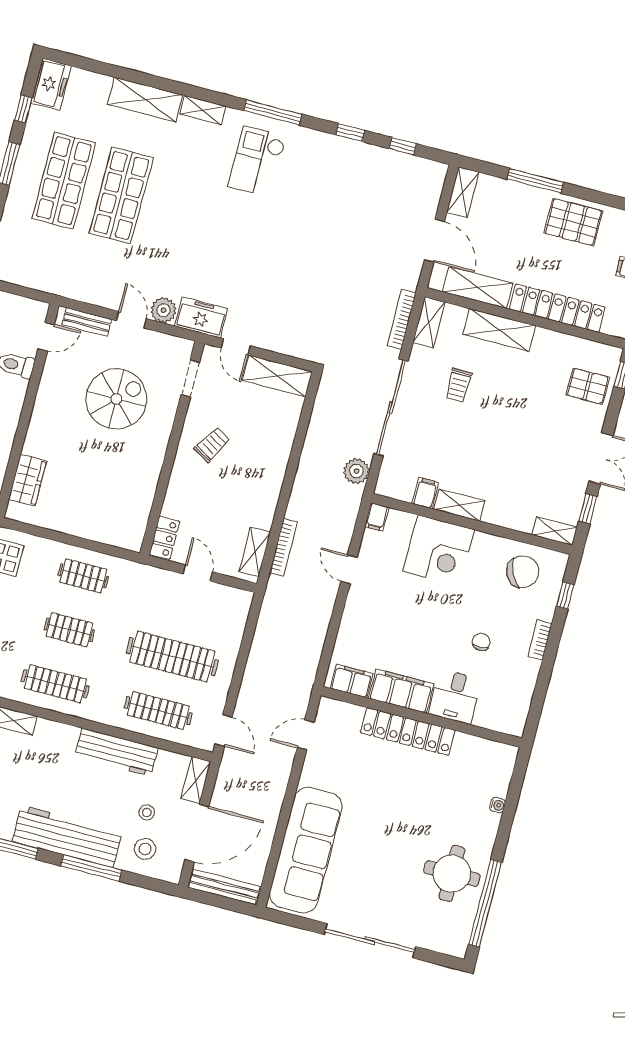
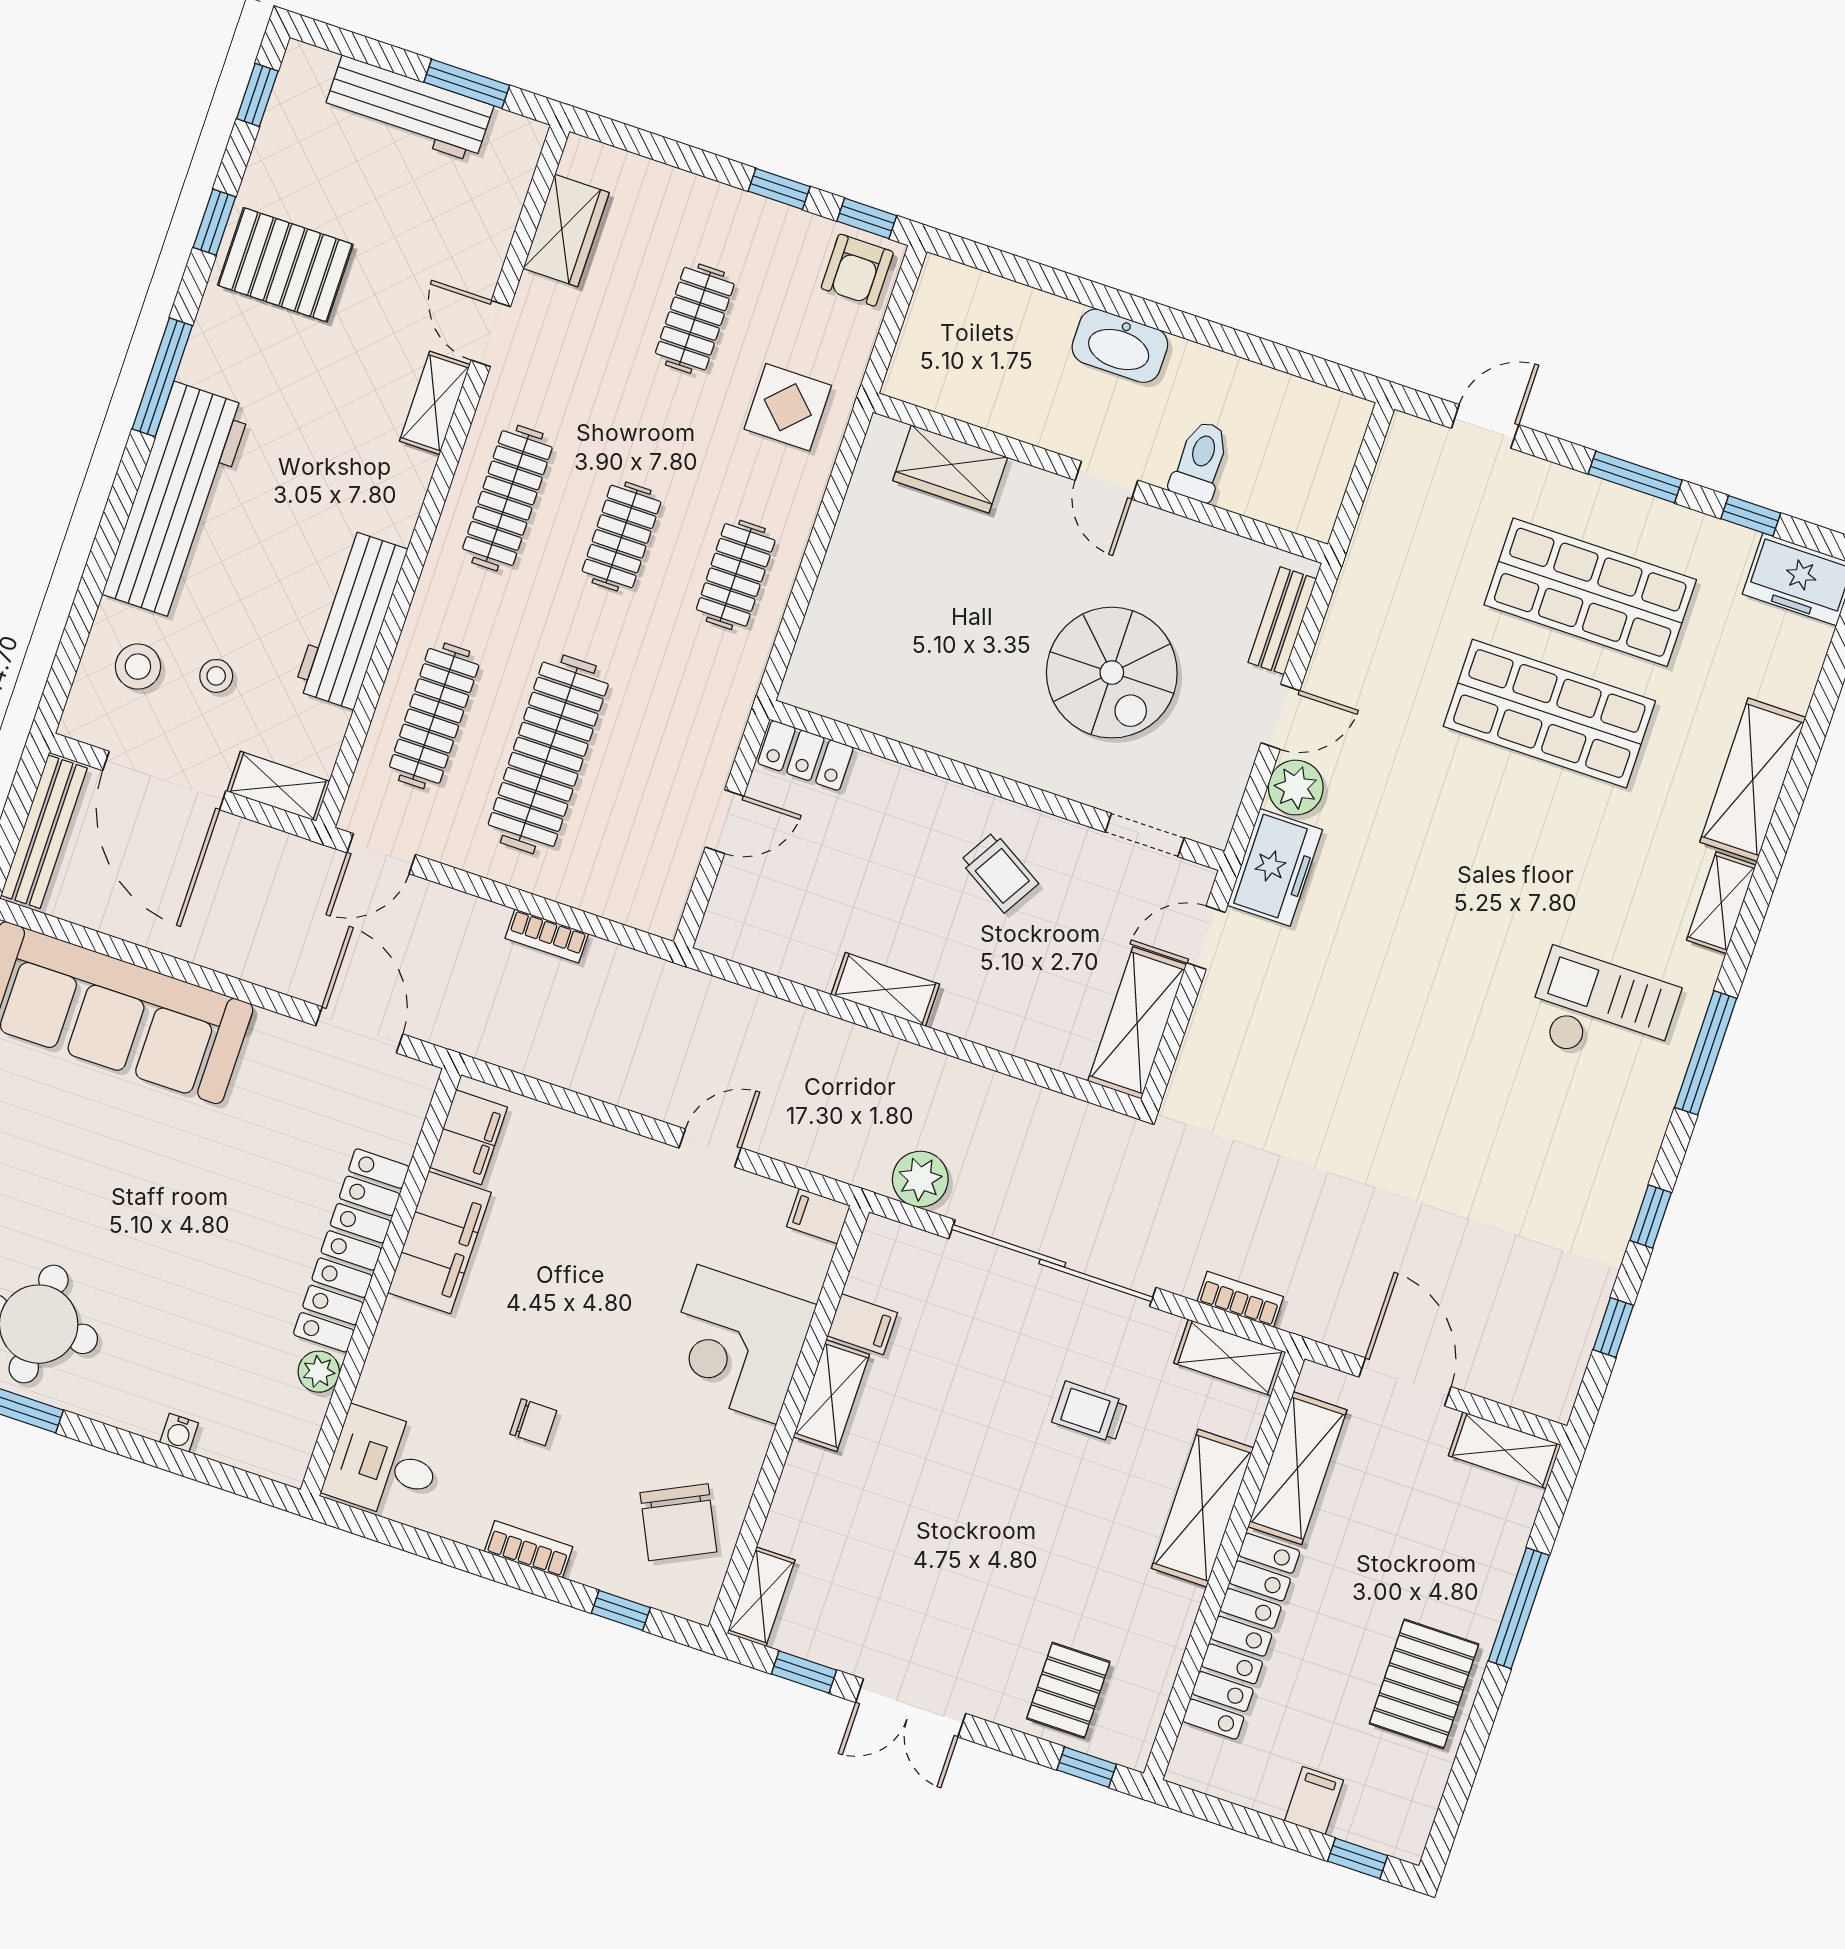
door: (434, 241) -> (1405, 1382), swing flipped
bookcase: (402, 319) -> (1240, 1299), width x0.64
door: (46, 337) -> (1107, 480), moved
bookcase: (283, 547) -> (547, 936), moved, width x0.64
shelving: (255, 552) -> (885, 989), moved
desk: (455, 696) -> (384, 1464), moved
door: (306, 735) -> (359, 1030), width x1.38
plant: (465, 743) -> (319, 1372), added
window: (91, 868) -> (105, 548), removed

